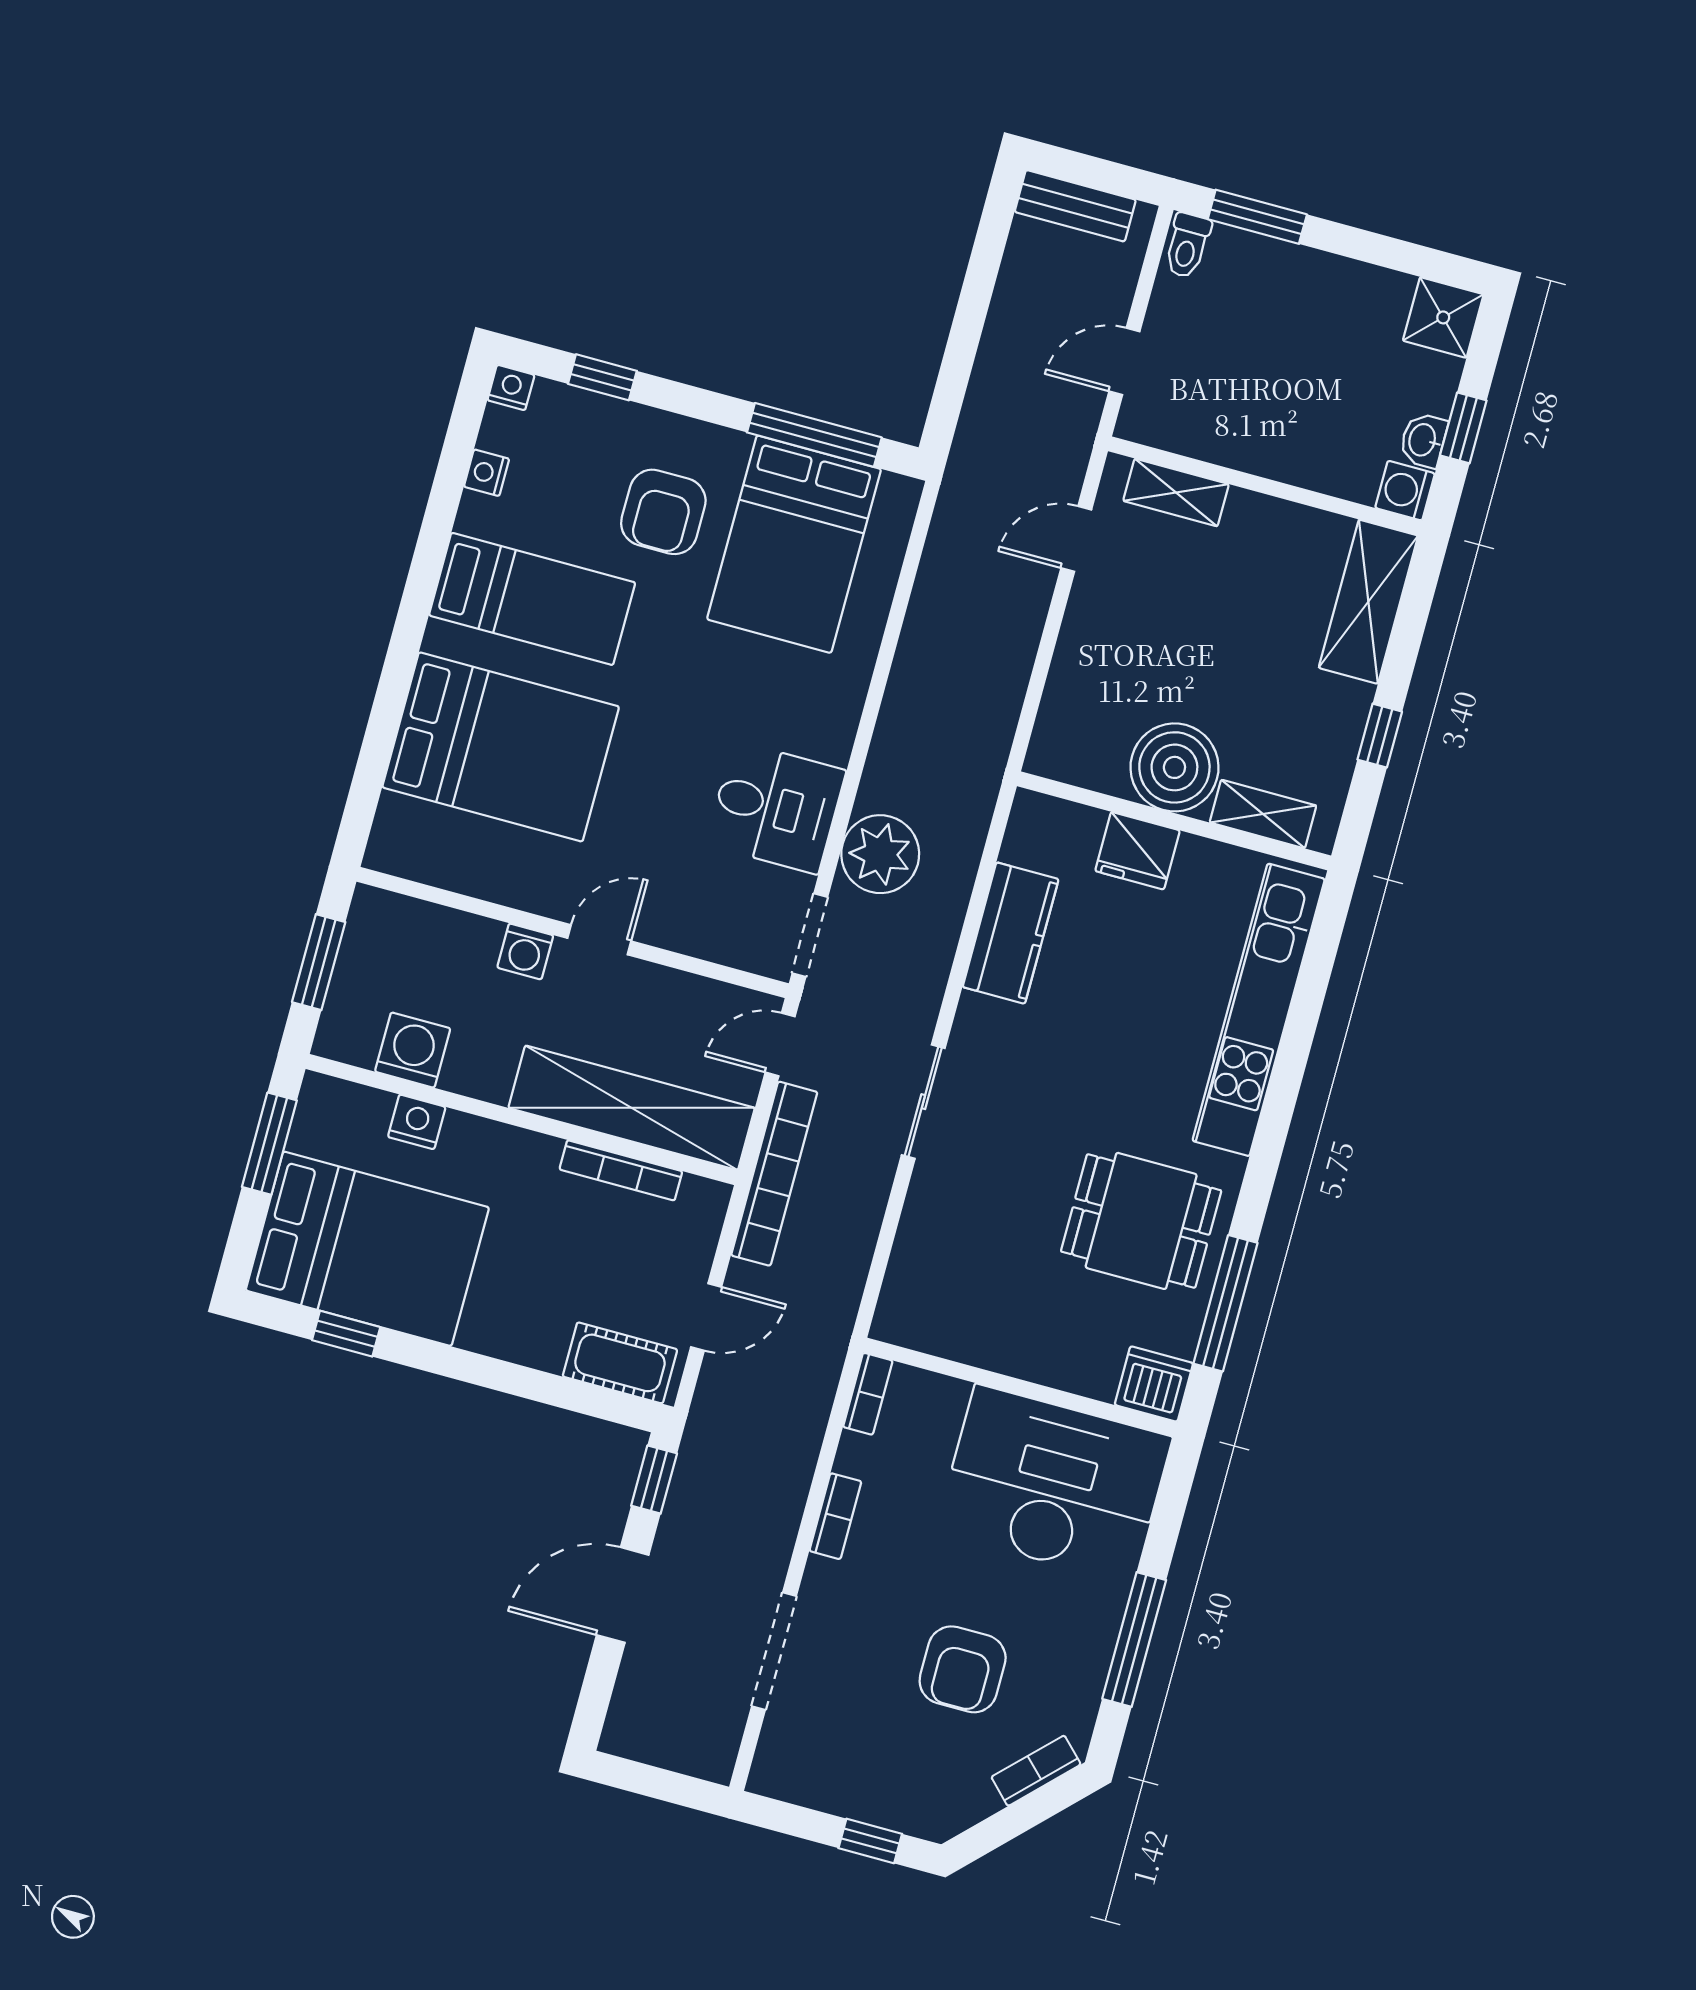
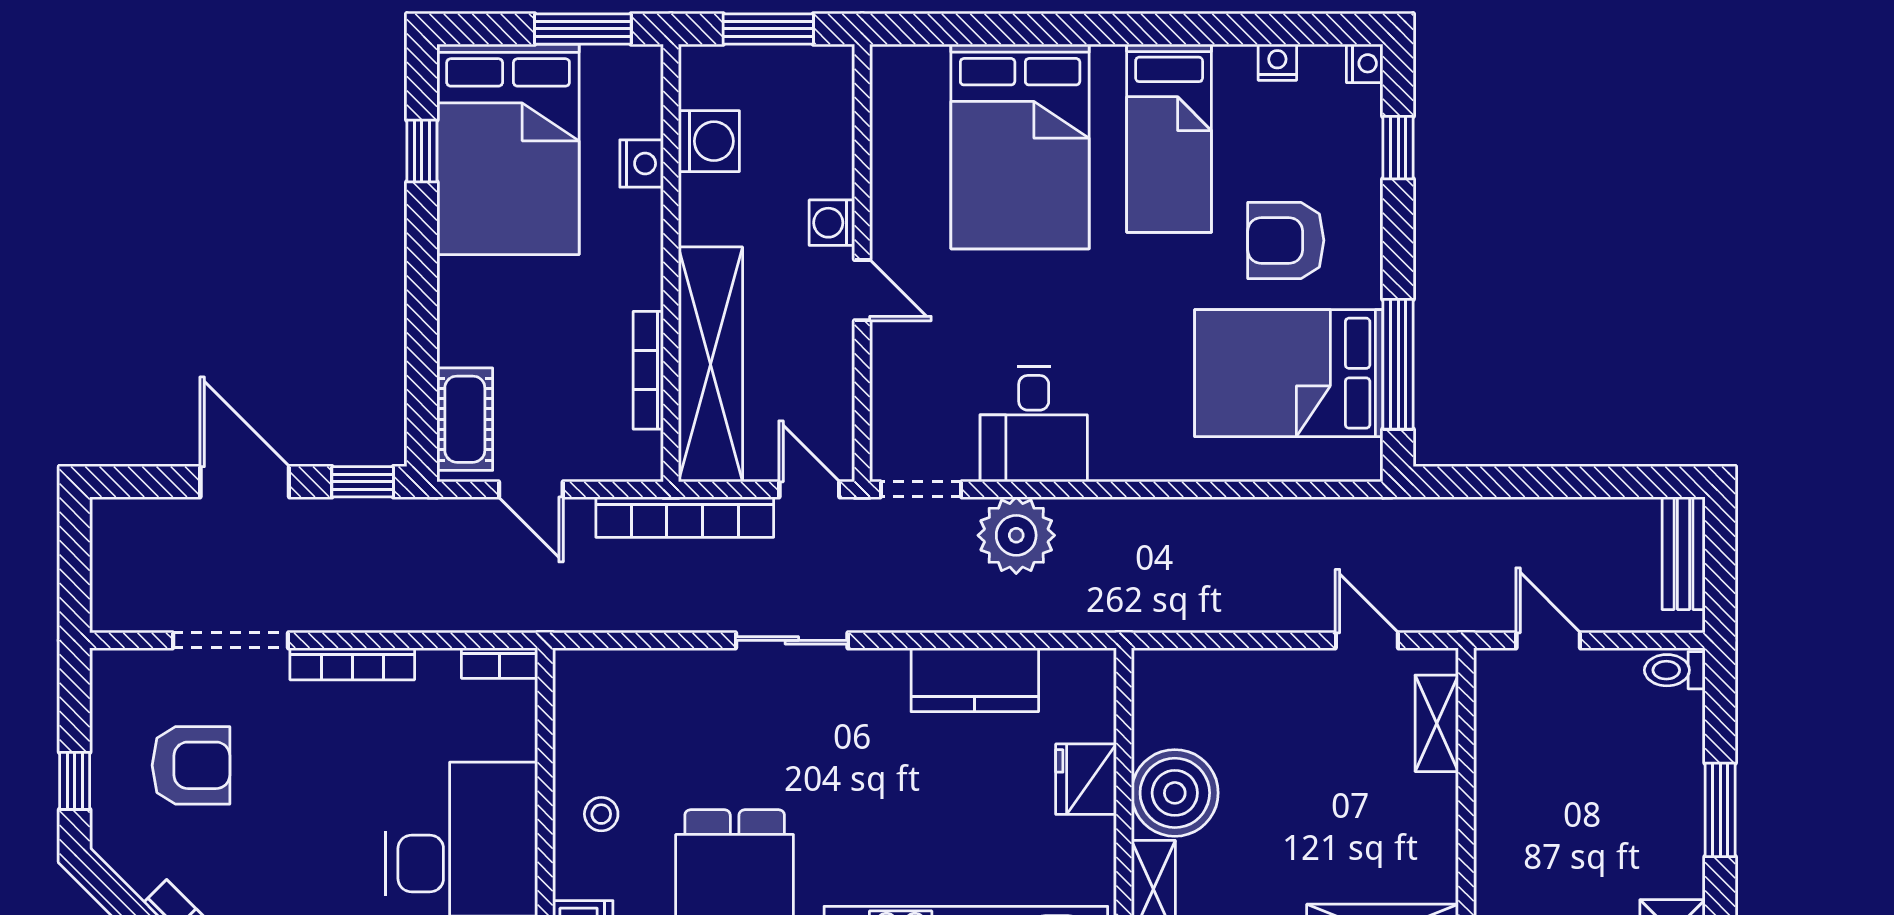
window: (1257, 217) -> (1720, 810), moved
stool: (1043, 1334) -> (601, 814), added
bookcase: (835, 1516) -> (352, 664), width x1.56
armchair: (963, 1669) -> (191, 765), moved, turned 180

